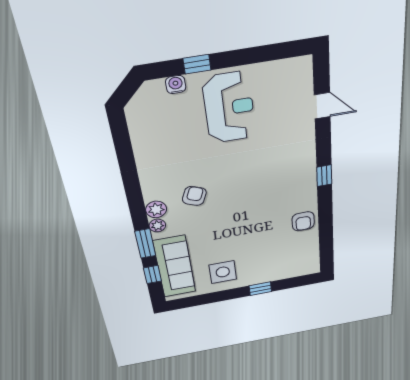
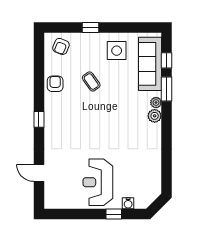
armchair: (194, 196) -> (61, 46), moved
coffee table: (253, 233) -> (91, 82), added

